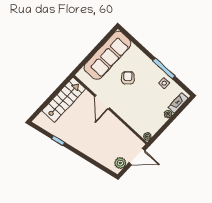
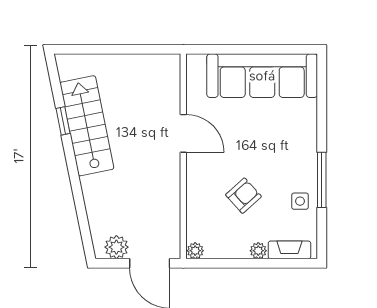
armchair: (128, 78) -> (243, 196), moved
stairs: (64, 100) -> (87, 126), moved, turned -101
door: (102, 102) -> (183, 133), swing flipped

